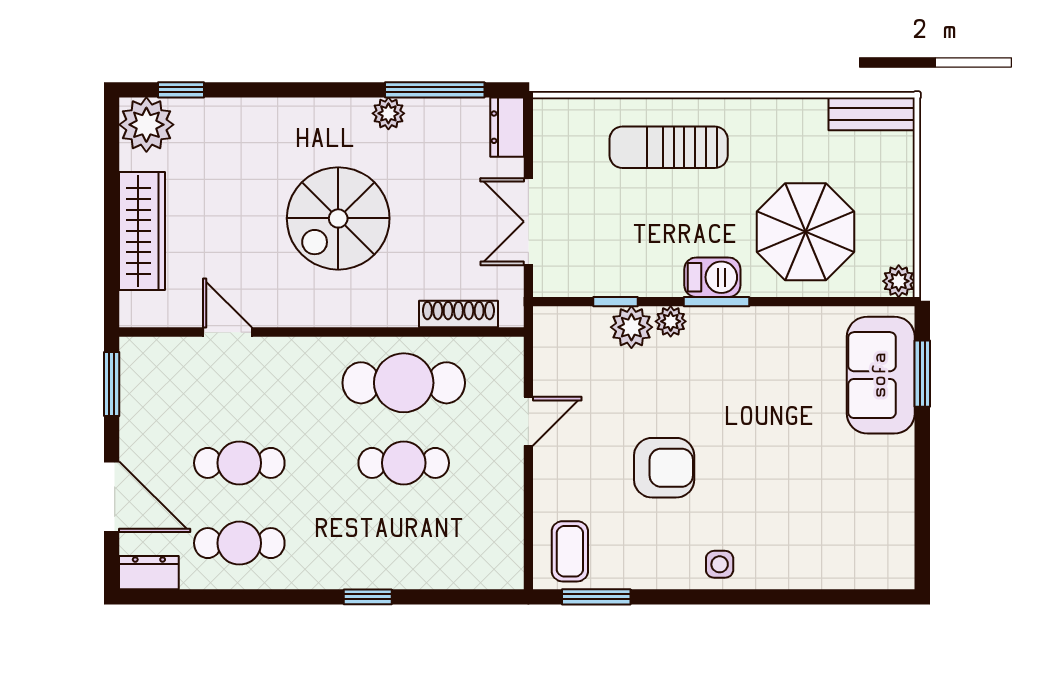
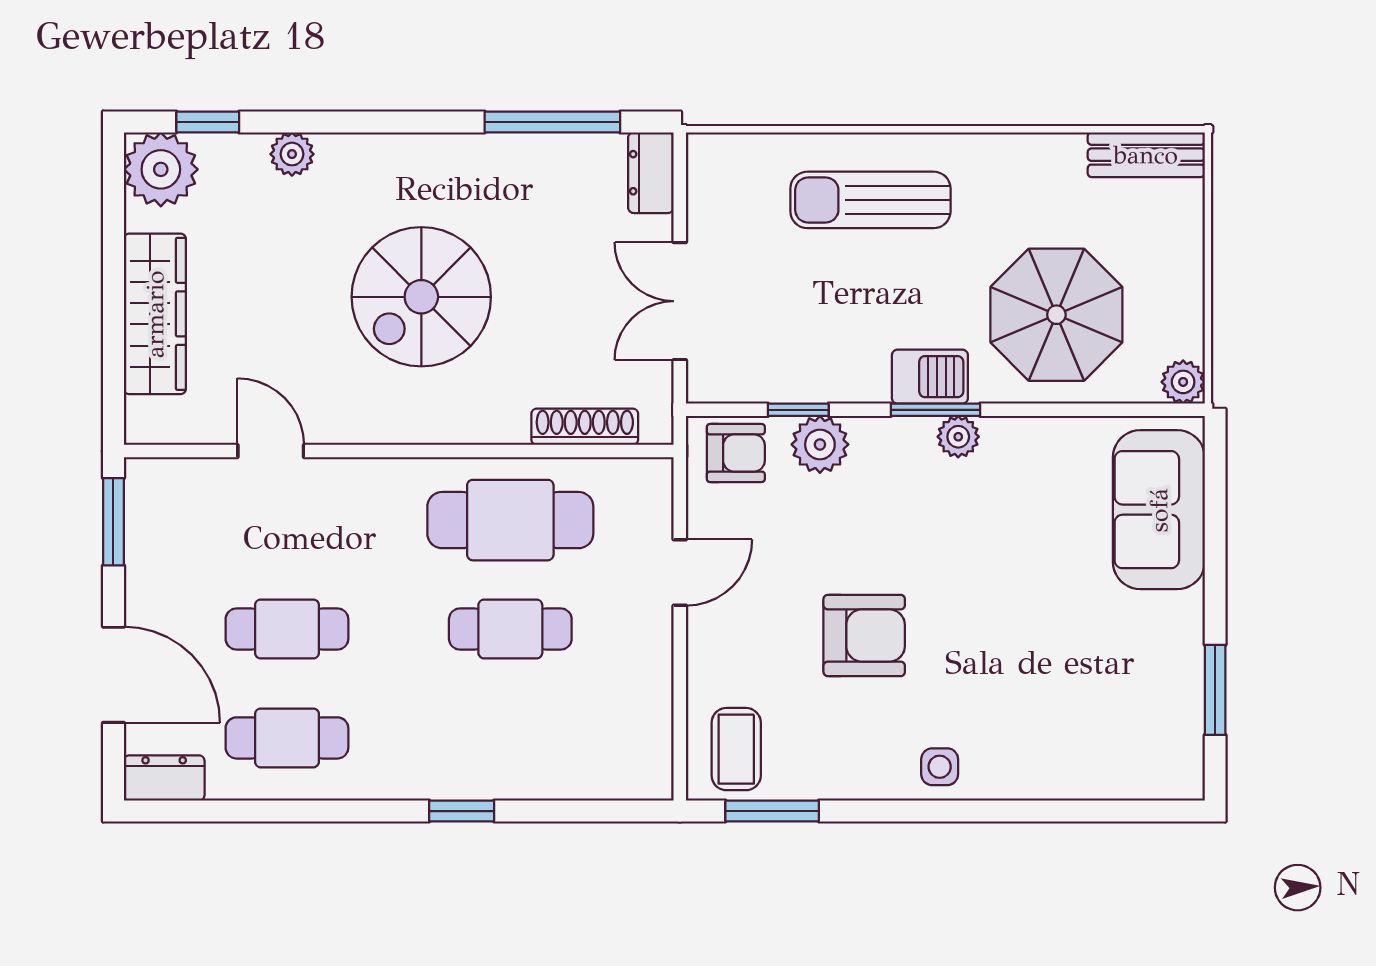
plant: (388, 113) -> (292, 154), moved
plant: (671, 321) -> (958, 437), moved
armchair: (570, 333) -> (736, 453), added
window: (922, 374) -> (1215, 690), moved

